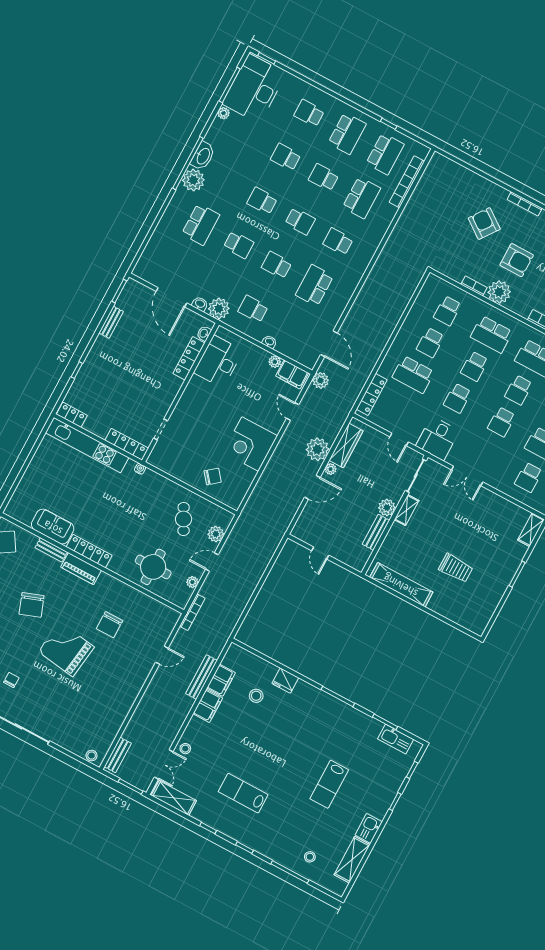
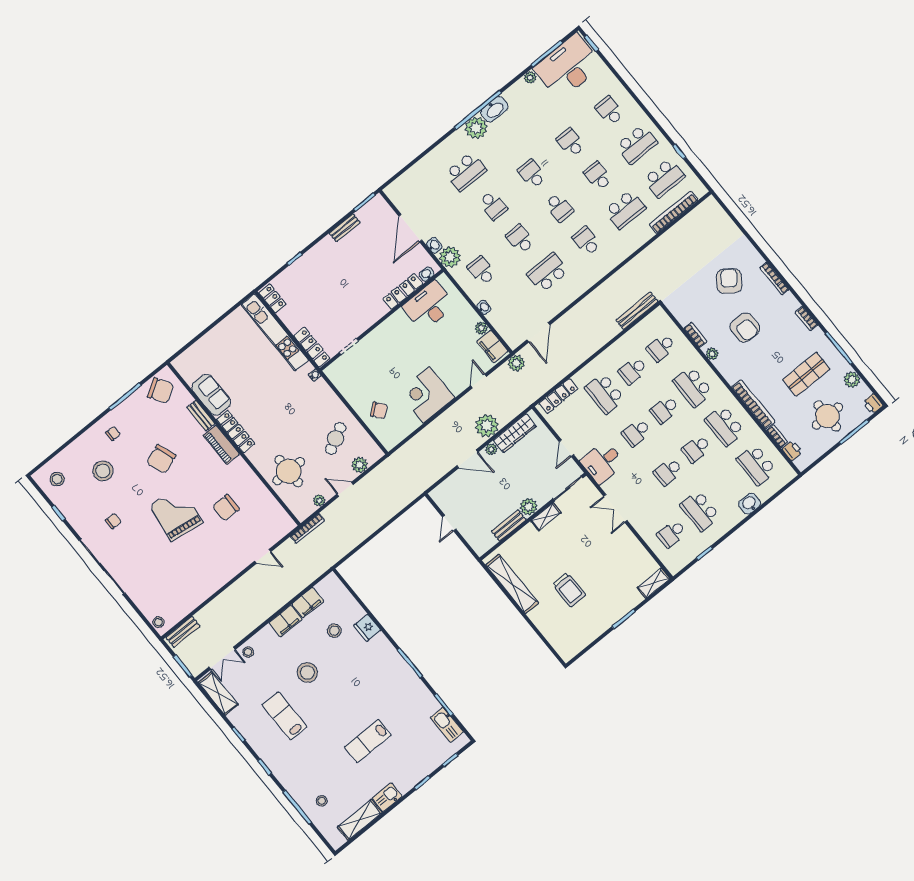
plant: (499, 292) -> (712, 354), width x0.53, depth x0.53
bench: (201, 677) -> (637, 311), moved
stool: (247, 745) -> (307, 672), added

